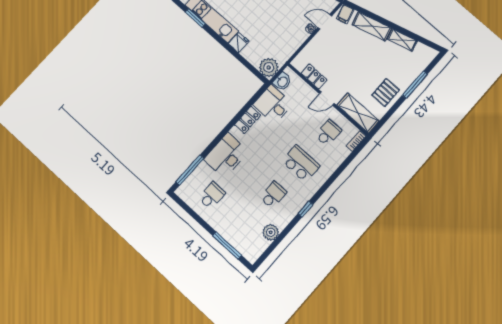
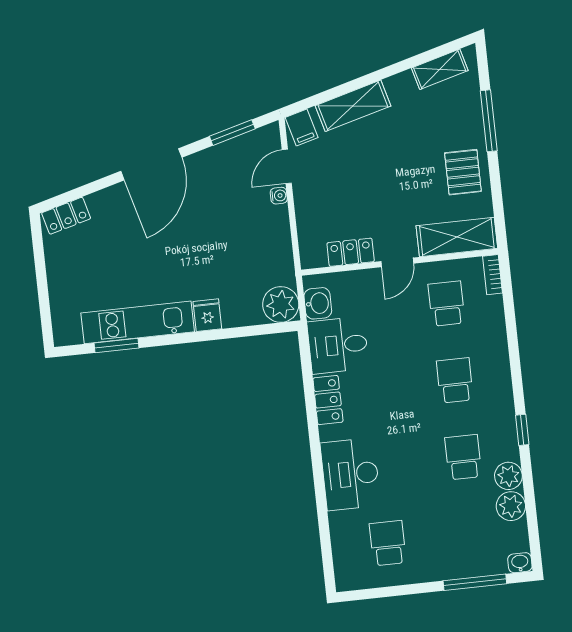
shelving: (402, 40) -> (440, 69), moved
school desk: (301, 164) -> (455, 380), width x0.54
window: (190, 170) -> (326, 542), removed
plant: (282, 220) -> (508, 476), added
washbasin: (251, 257) -> (520, 563), added

